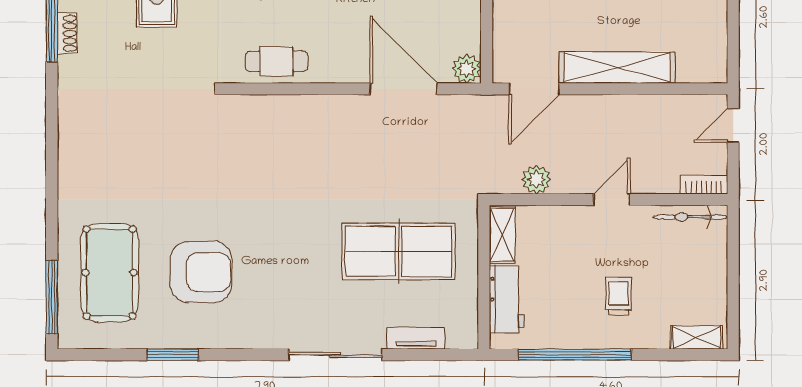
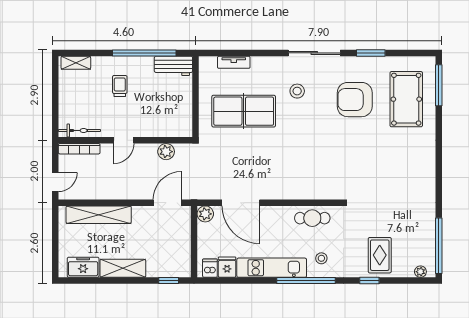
shoe rack: (67, 33) -> (430, 234), removed
shelving: (617, 68) -> (99, 215), moved
bookcase: (704, 185) -> (79, 149), width x1.56
shelving: (502, 235) -> (185, 120), removed
stool: (303, 287) -> (297, 91), added
trolley: (619, 296) -> (120, 86), turned 180
workbench: (507, 299) -> (173, 66), moved, turned -90
sliding door: (335, 355) -> (314, 53), moved

